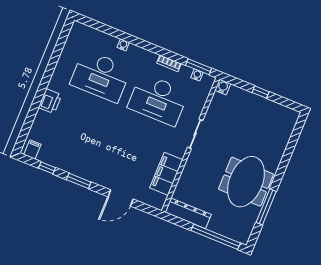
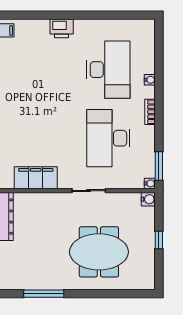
bookcase: (169, 63) -> (150, 112), moved
water cooler: (197, 75) -> (150, 183), moved
desk: (101, 76) -> (108, 70), turned 180
meeting table: (246, 182) -> (99, 252), moved

